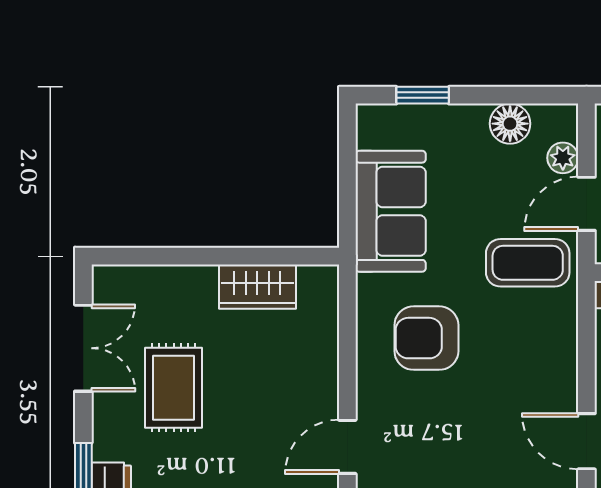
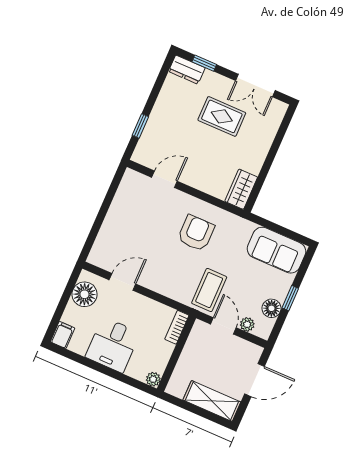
window: (423, 95) -> (290, 298), moved
sofa: (391, 211) -> (277, 250), moved
wardrobe: (257, 287) -> (241, 189), moved
door: (347, 447) -> (164, 179), hinge flipped

